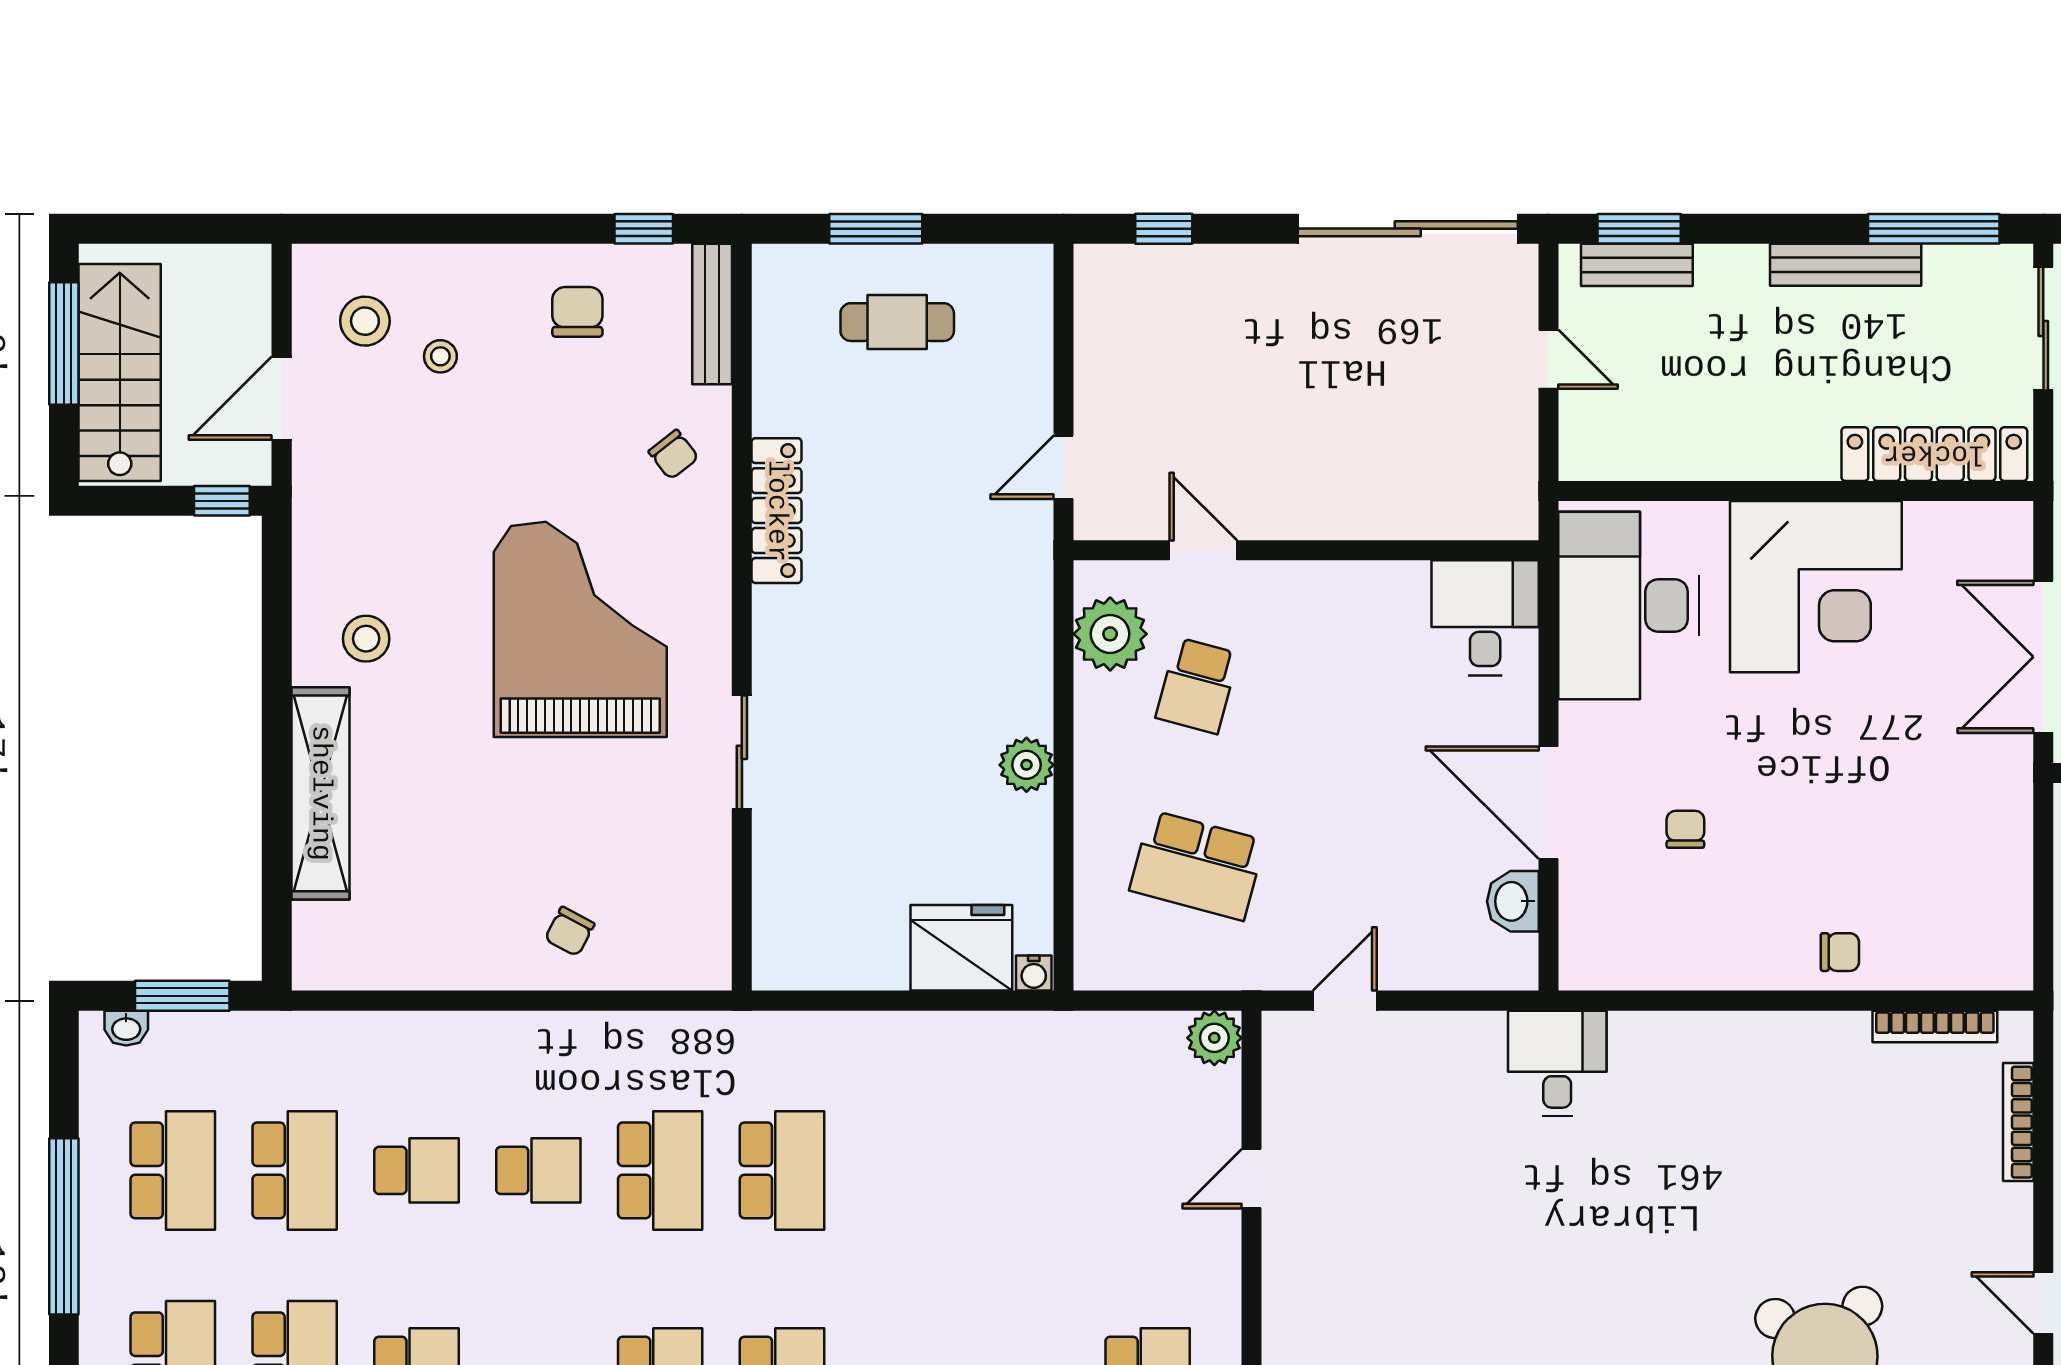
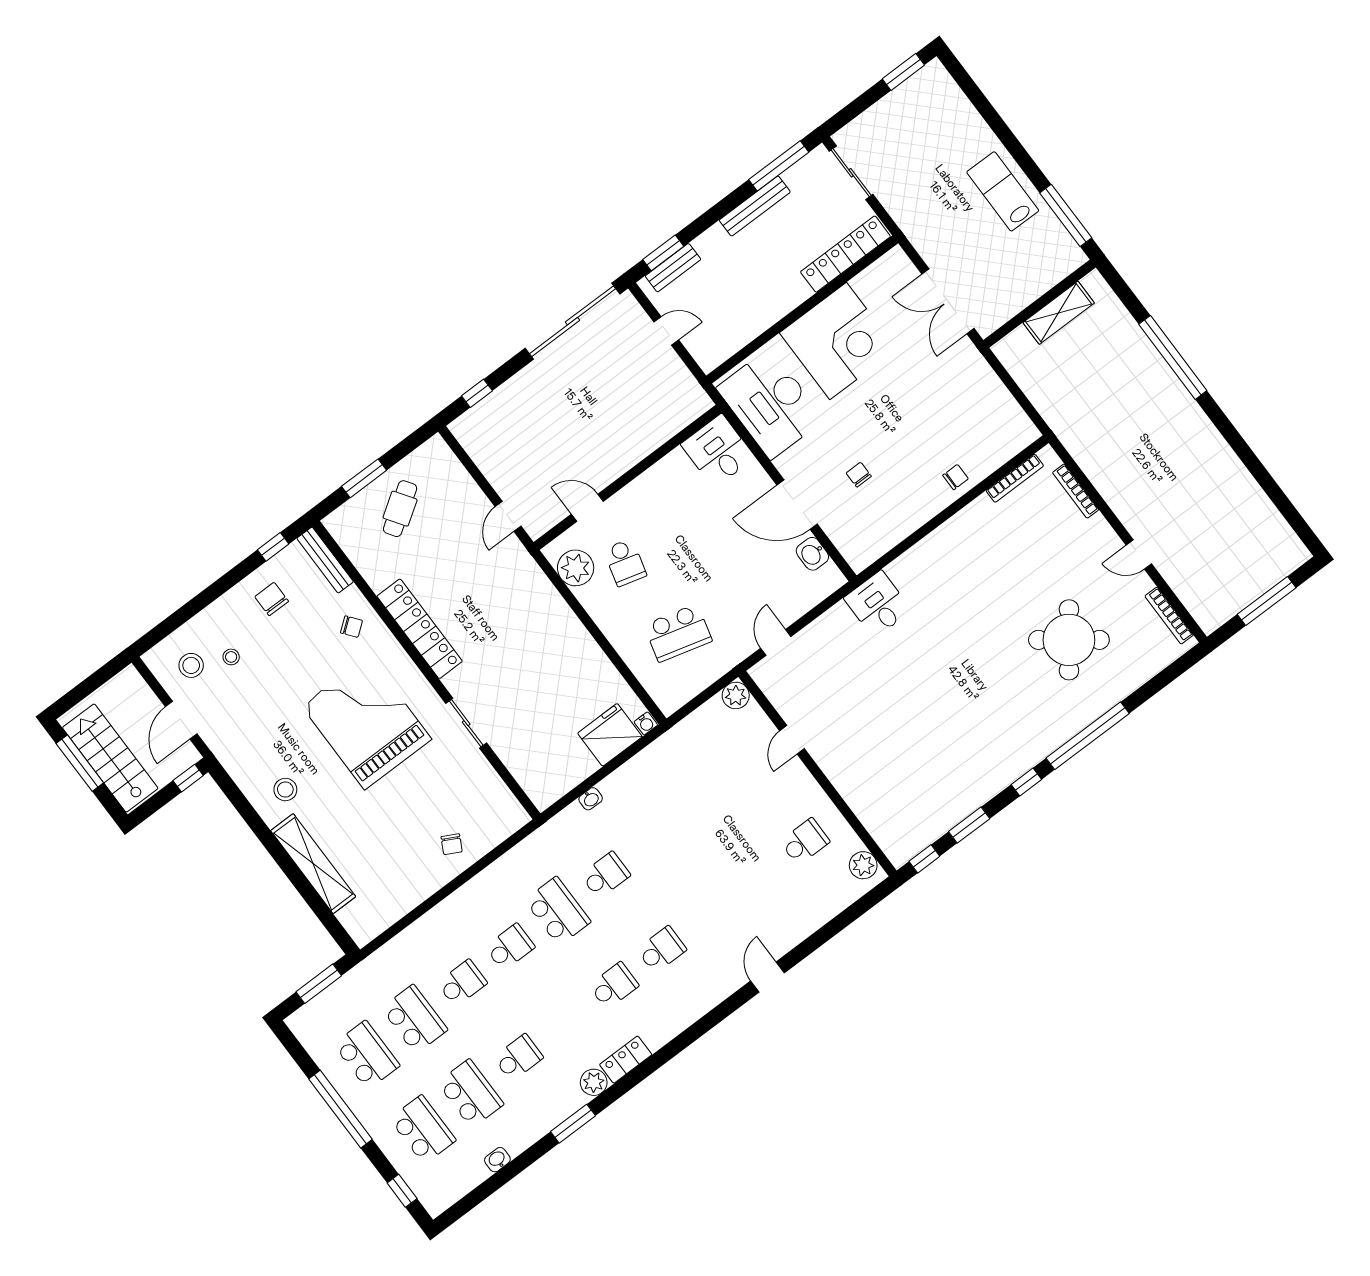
cafe table: (897, 322) -> (400, 509), turned -34
locker: (777, 511) -> (420, 629), width x1.41, depth x1.21
plant: (1026, 765) -> (581, 644), removed
washbasin: (126, 1028) -> (591, 799), moved
school desk: (782, 1170) -> (605, 875), width x0.54

